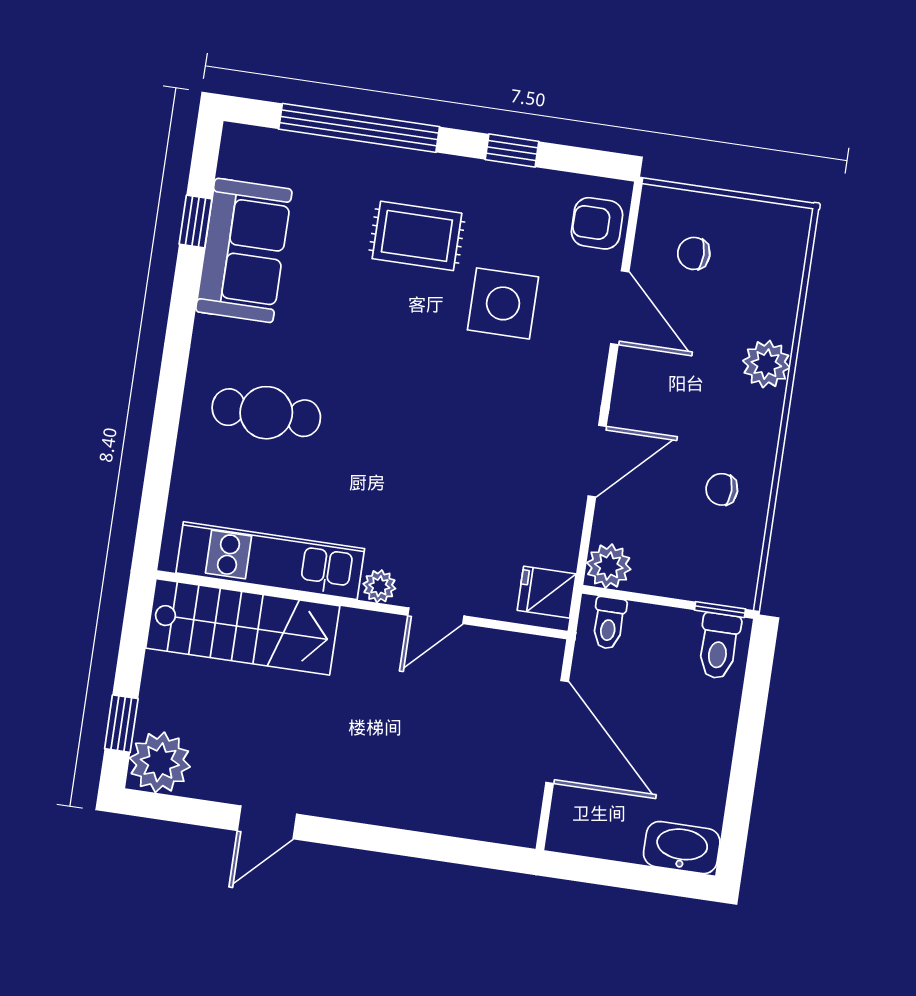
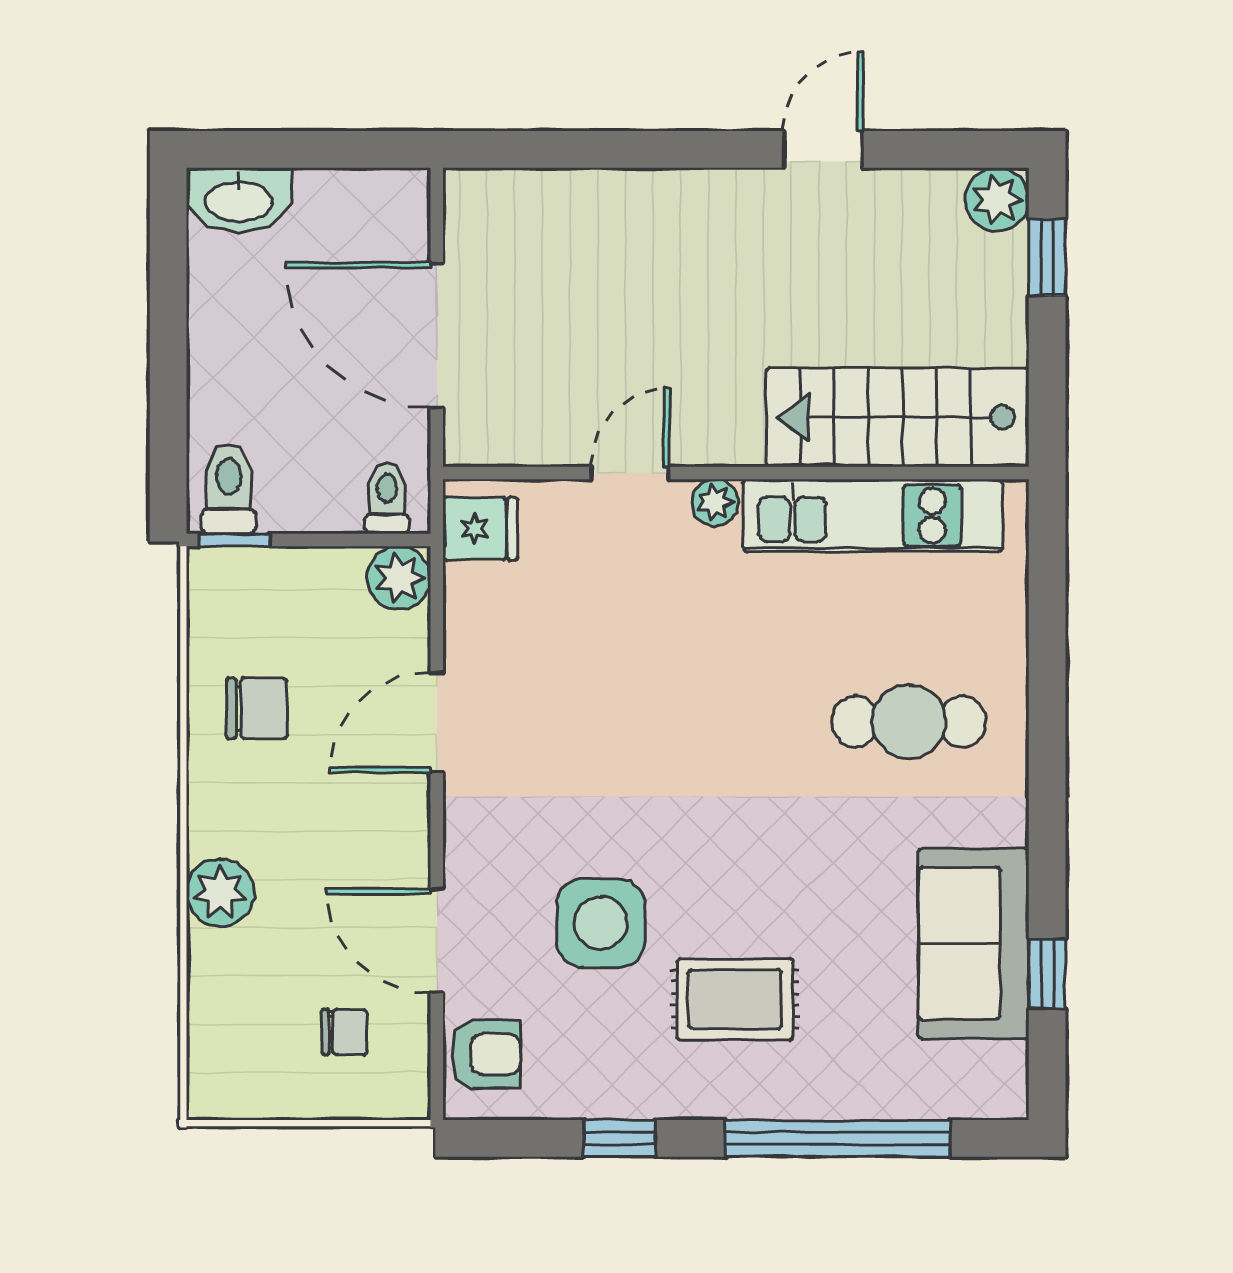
chair: (722, 489) -> (257, 708), width x1.37, depth x1.37
plant: (160, 762) -> (997, 200), width x0.73, depth x0.73

